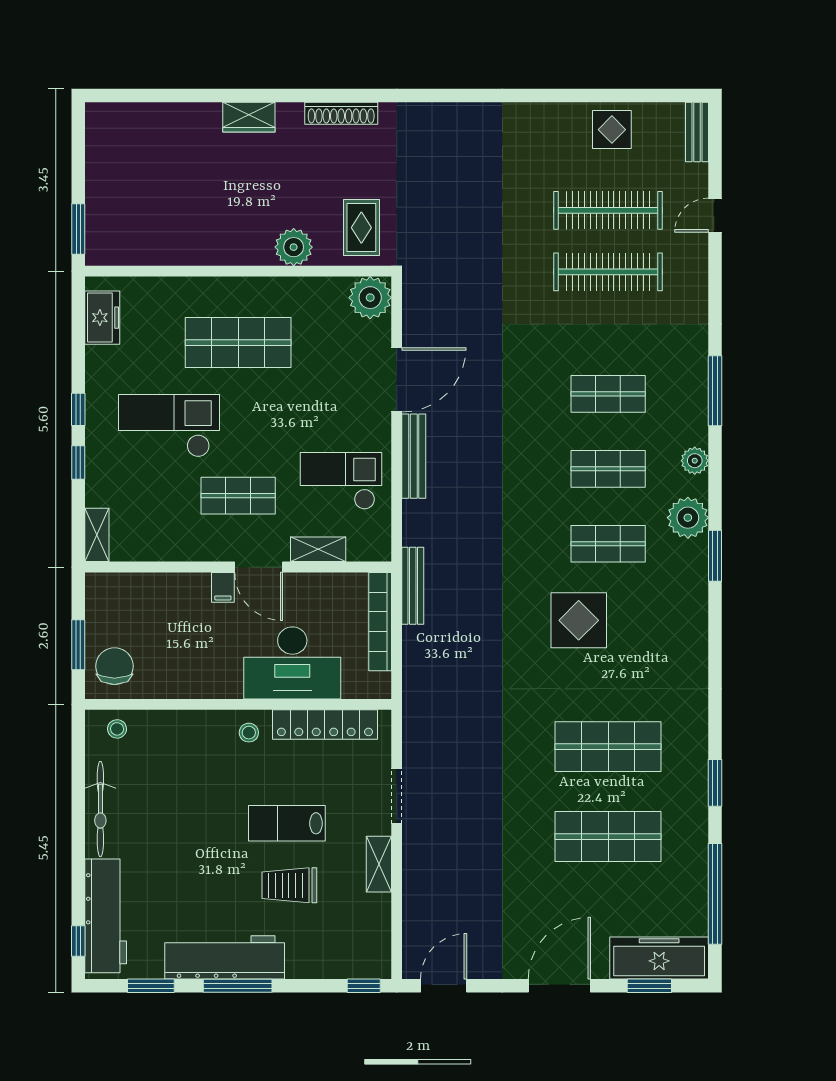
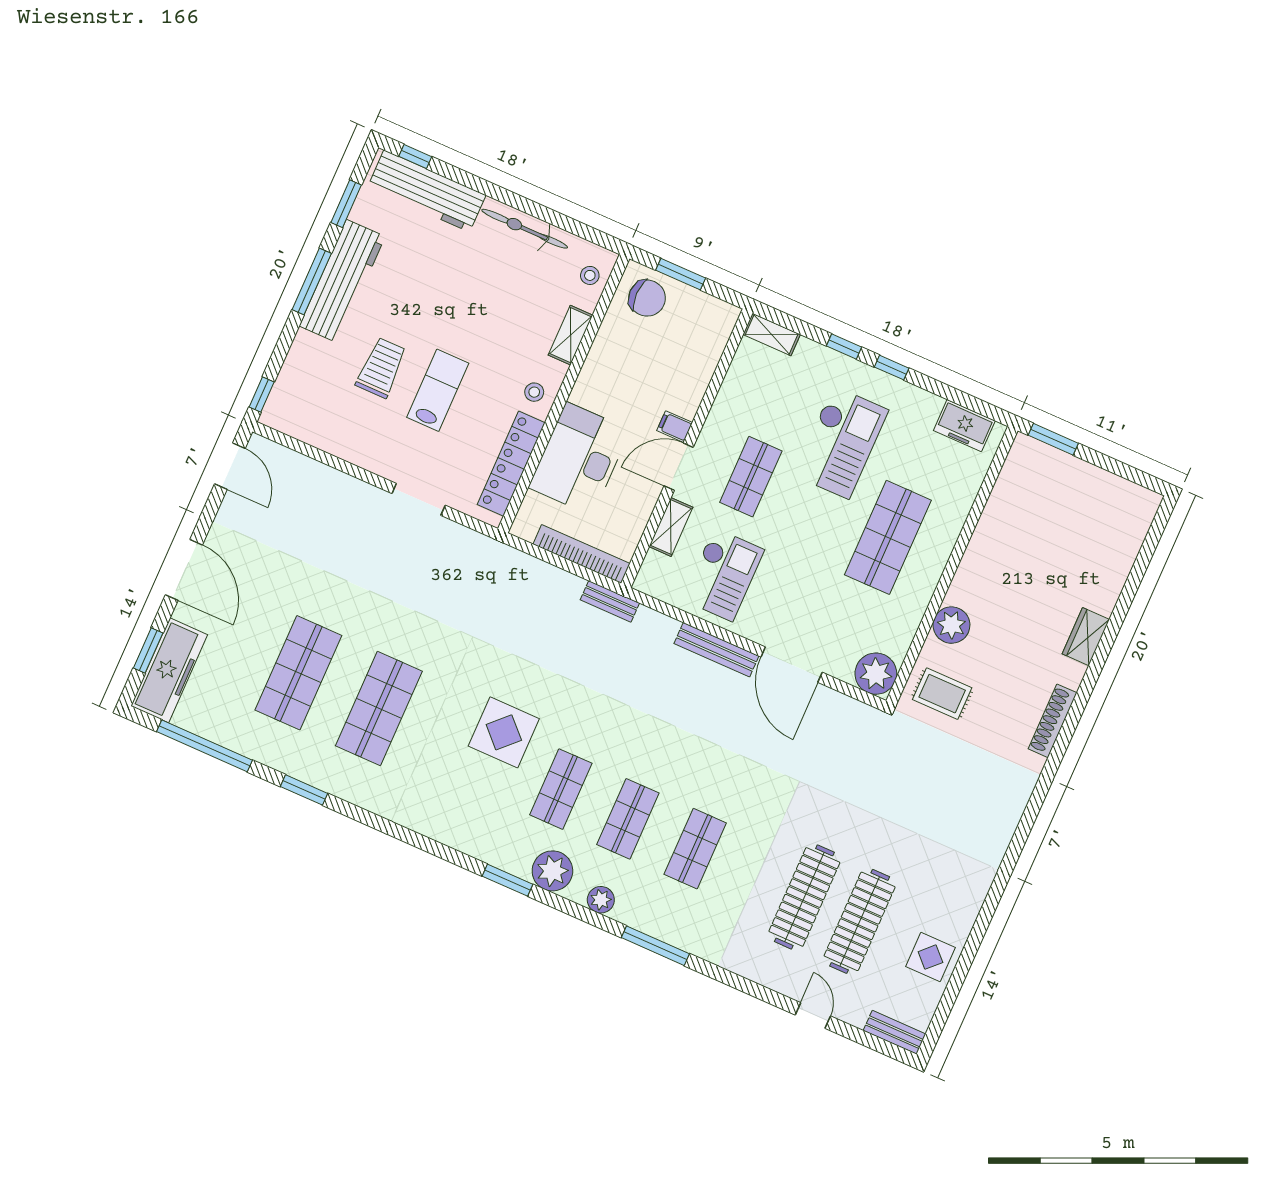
bench: (413, 586) -> (610, 601), width x0.73
shelving: (379, 864) -> (571, 335), moved, turned 90

